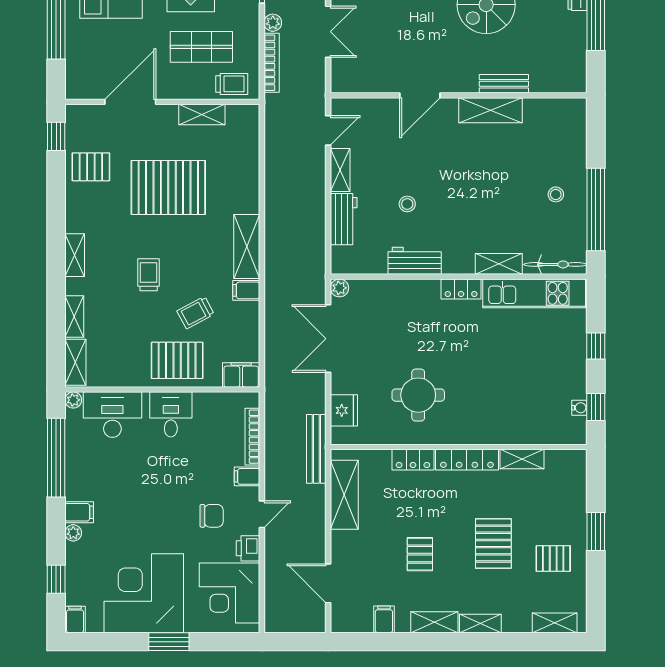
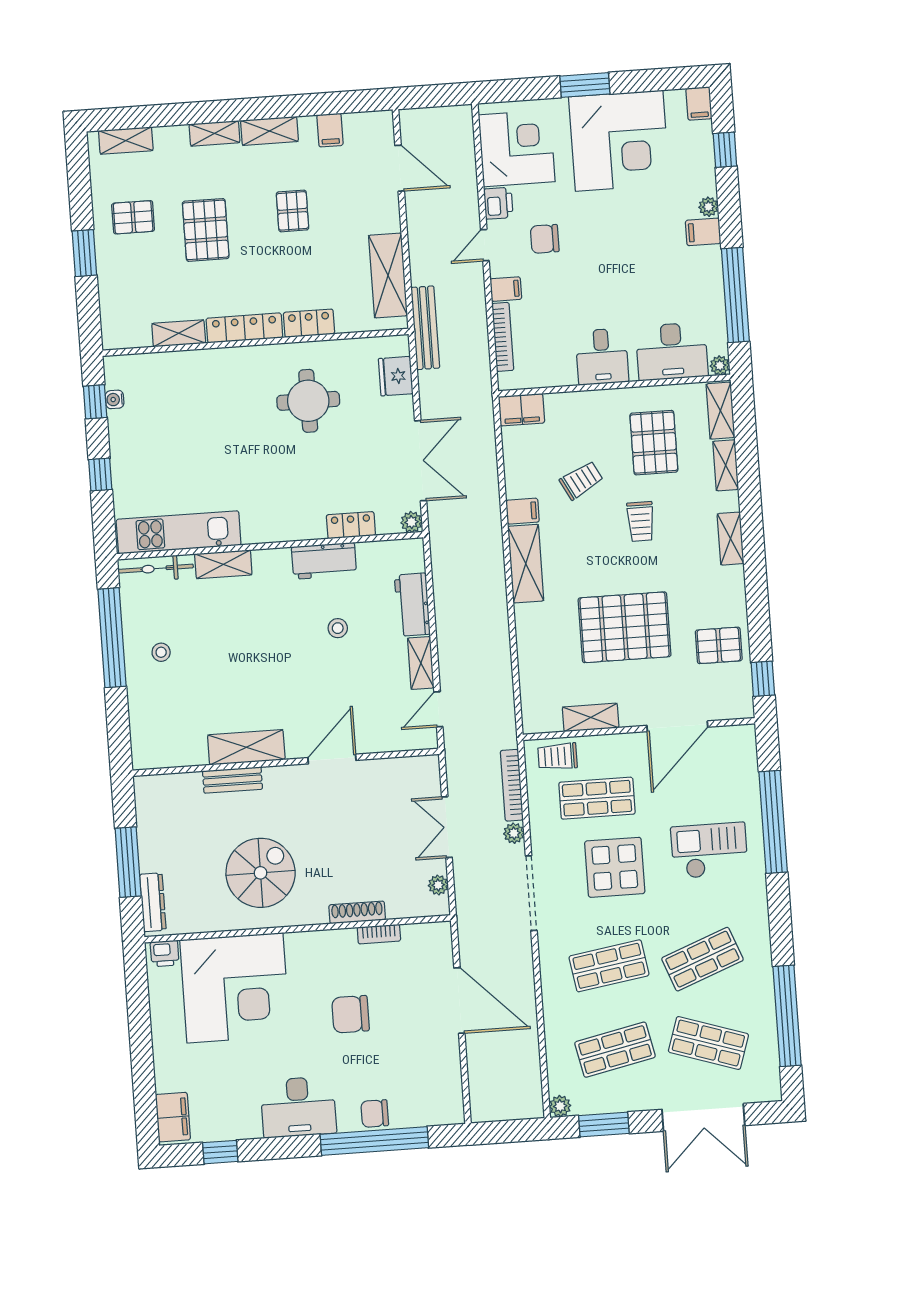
locker: (461, 289) -> (351, 525), moved
pallet: (177, 360) -> (654, 443), moved, turned 90

